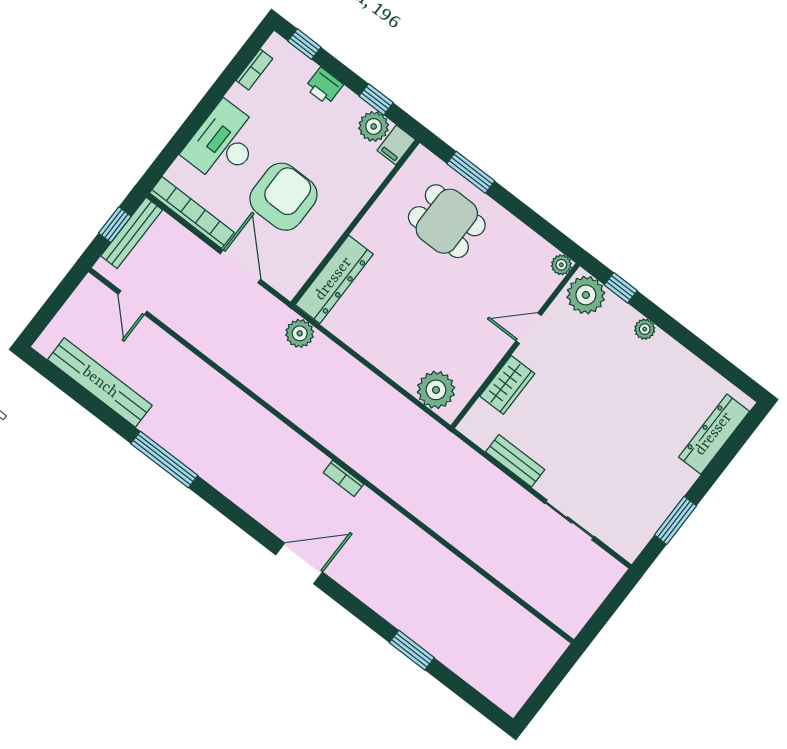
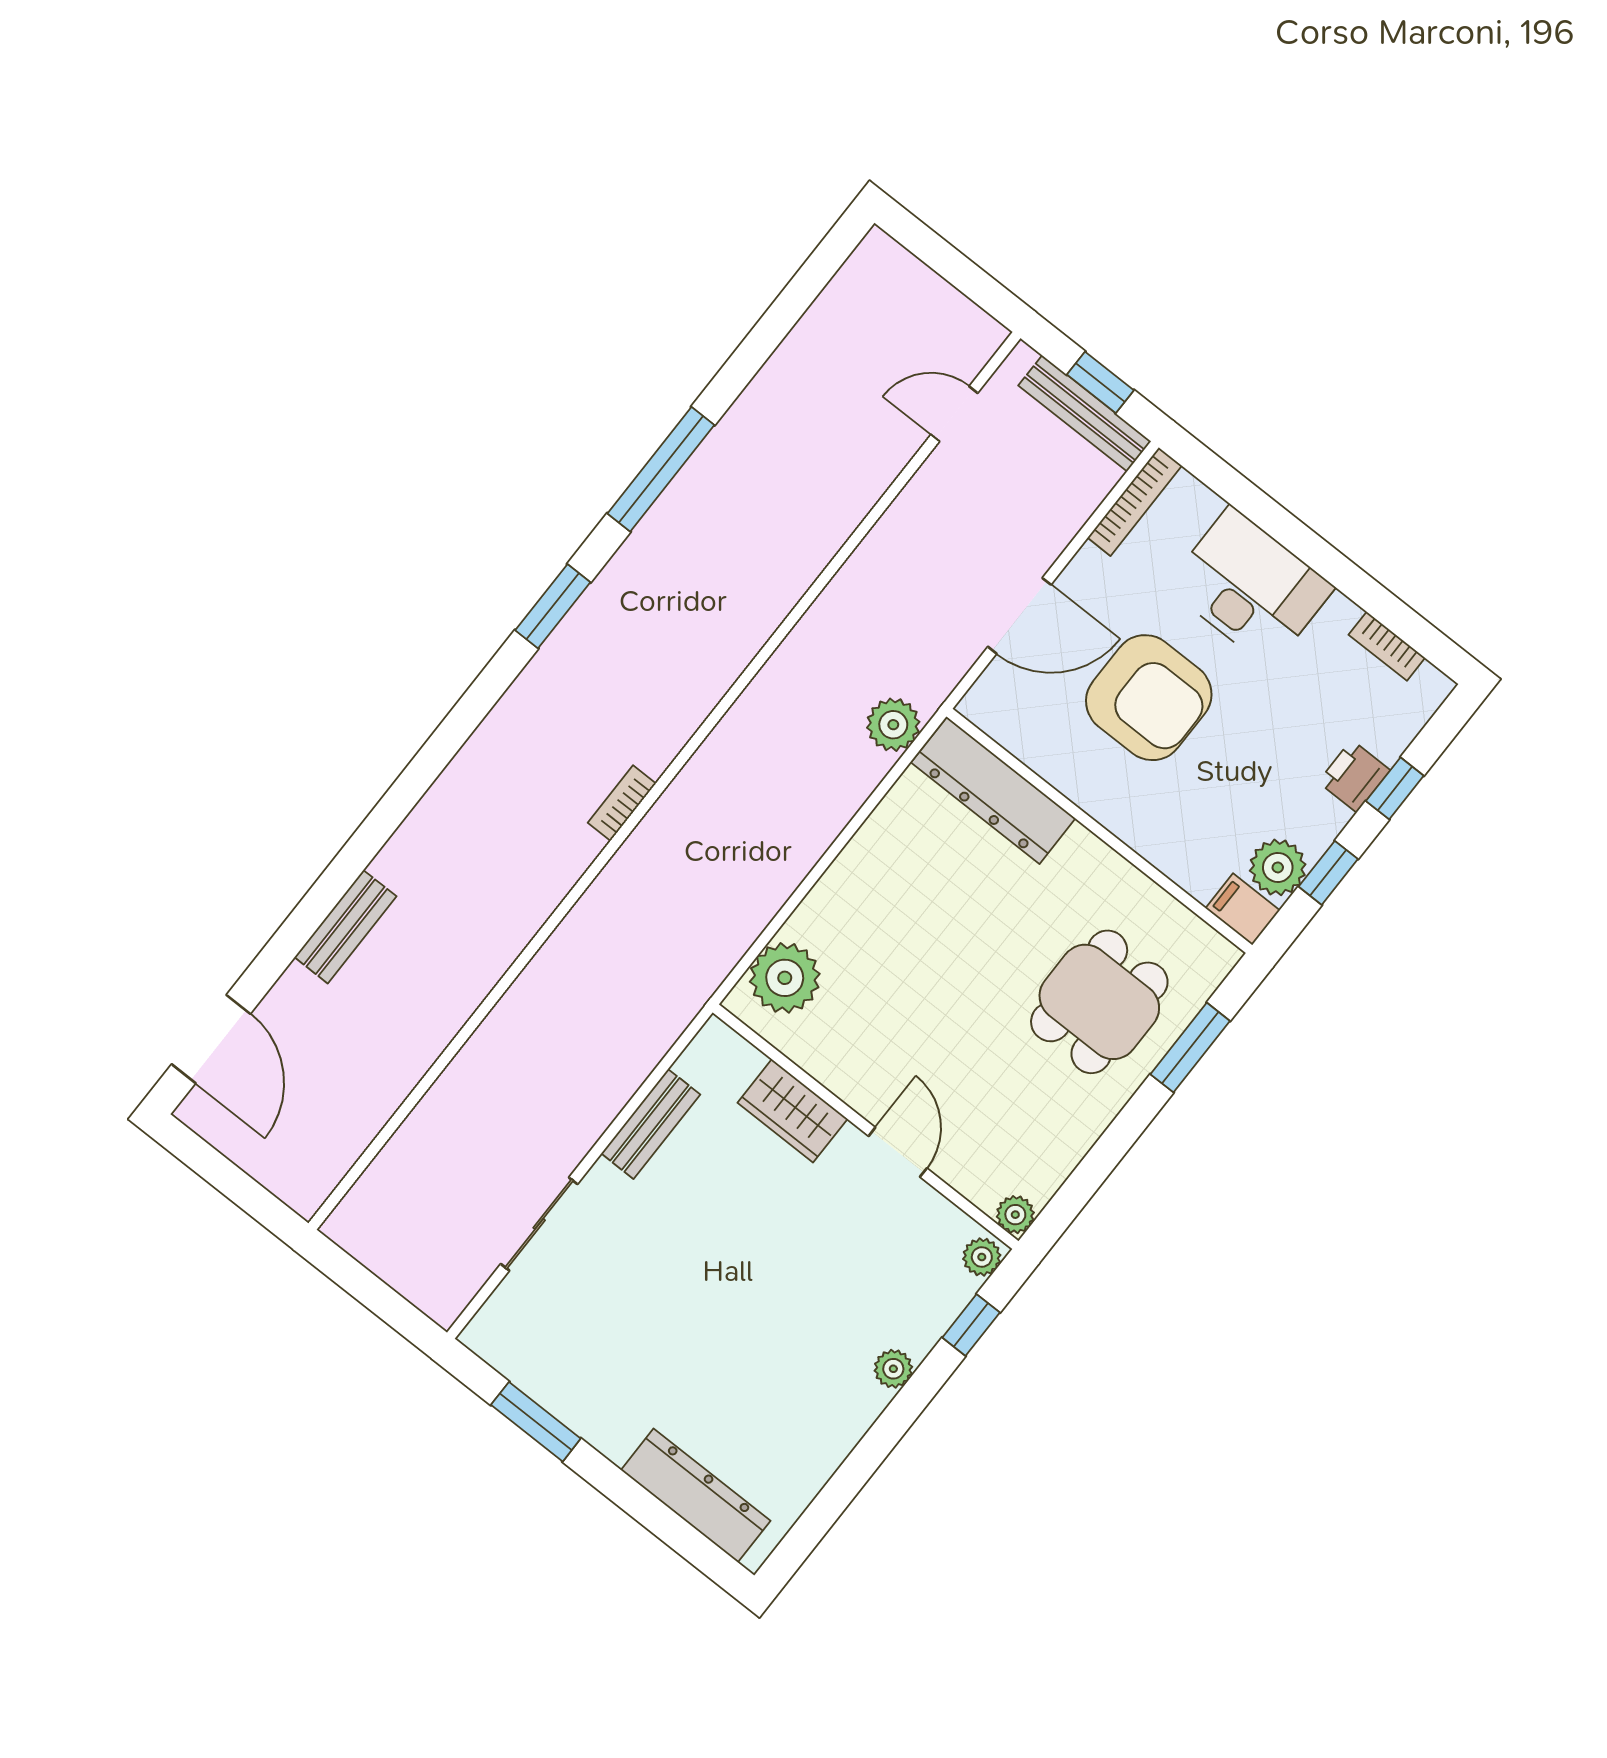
window: (304, 44) -> (1395, 788), moved
bookcase: (192, 213) -> (1135, 502), width x0.68, depth x0.76
plant: (586, 295) -> (982, 1257), width x0.53, depth x0.53
bench: (100, 383) -> (345, 927), moved, width x0.54, depth x0.82
door: (299, 563) -> (211, 1039), moved
window: (412, 650) -> (553, 606), moved

